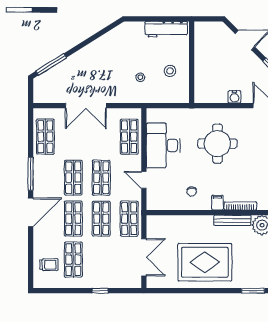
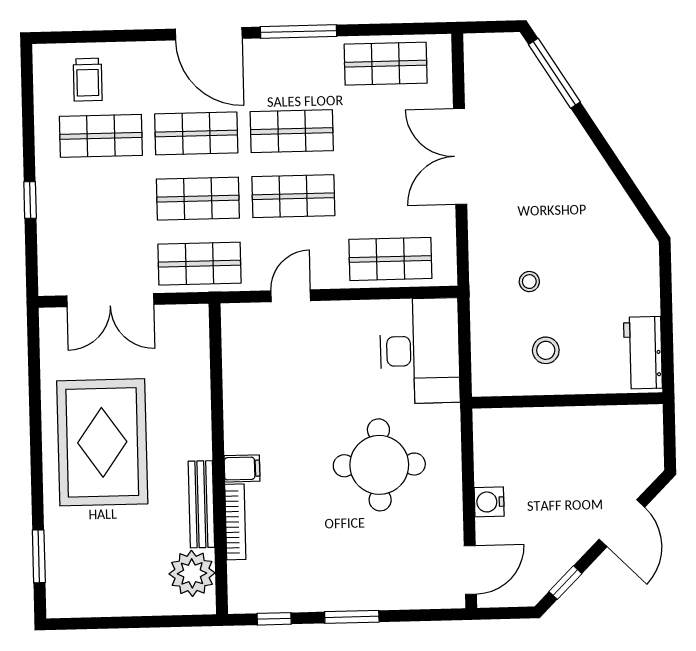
workbench: (166, 29) -> (643, 353), width x0.73
desk: (163, 145) -> (420, 351), moved, turned 90
chair: (192, 191) -> (266, 408), removed

